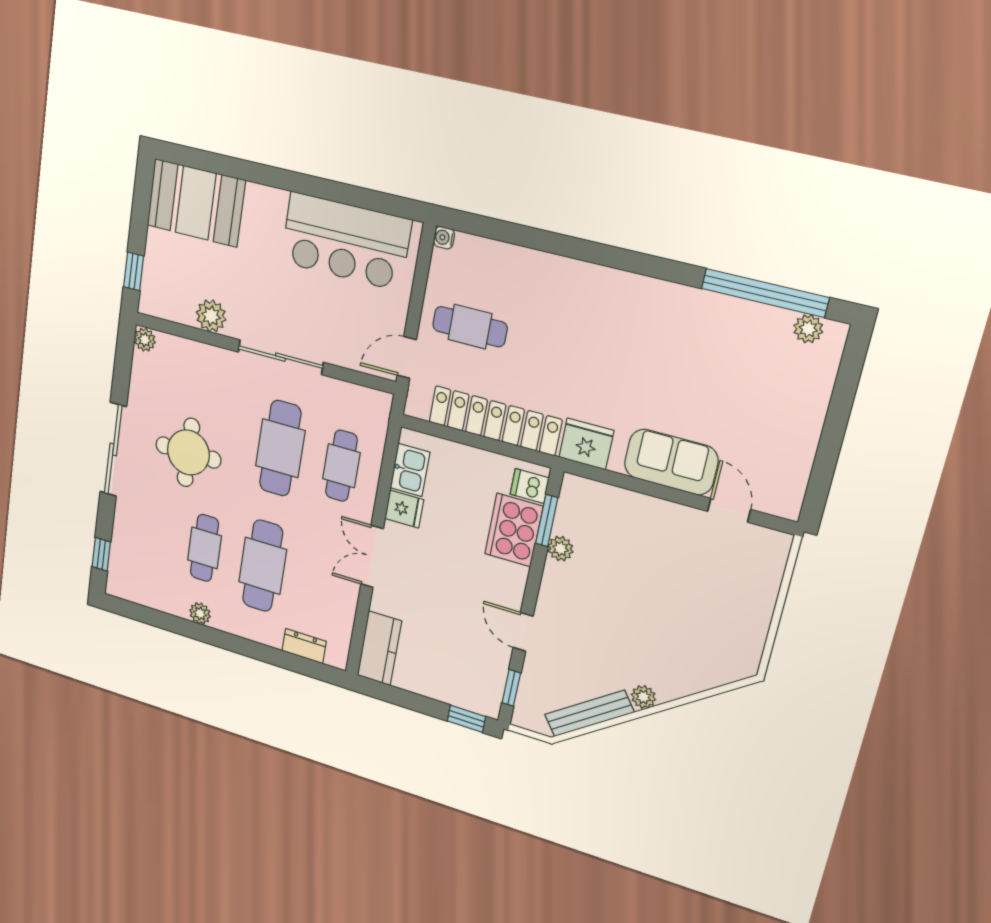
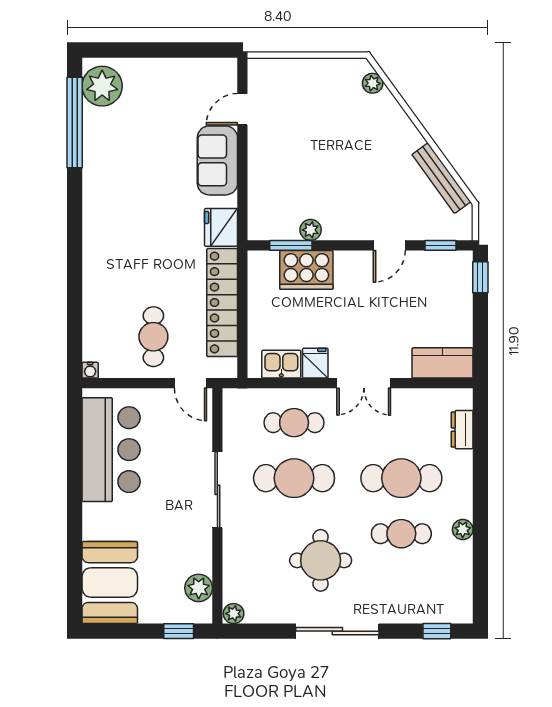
plant: (211, 316) -> (199, 588), moved
plant: (808, 329) -> (102, 86), width x1.87, depth x1.87
dishwasher: (530, 486) -> (267, 265), removed
plant: (643, 697) -> (373, 83), moved

